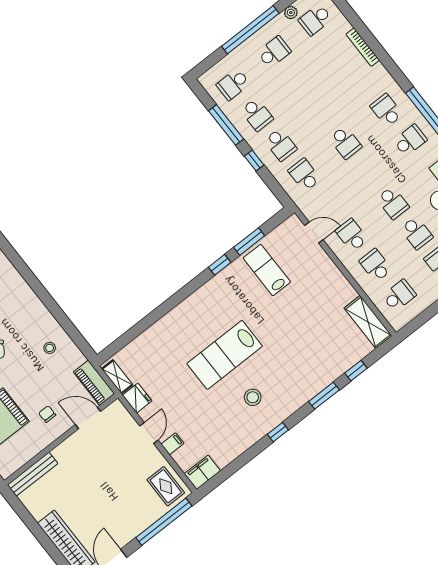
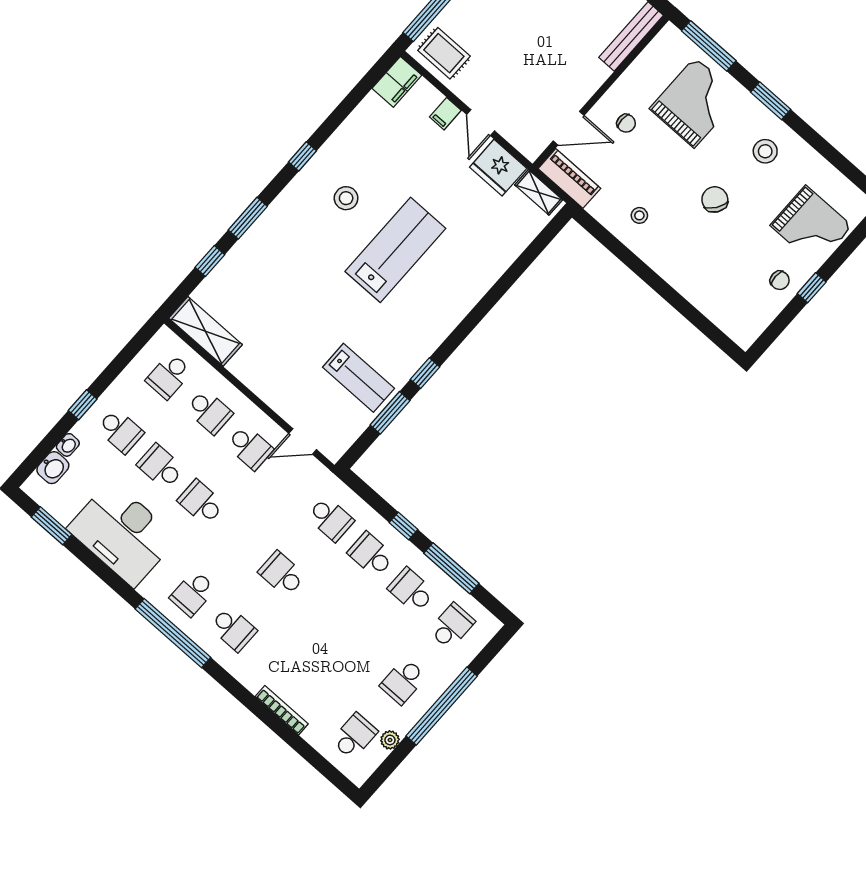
fridge: (137, 398) -> (498, 168), width x1.36, depth x1.34

